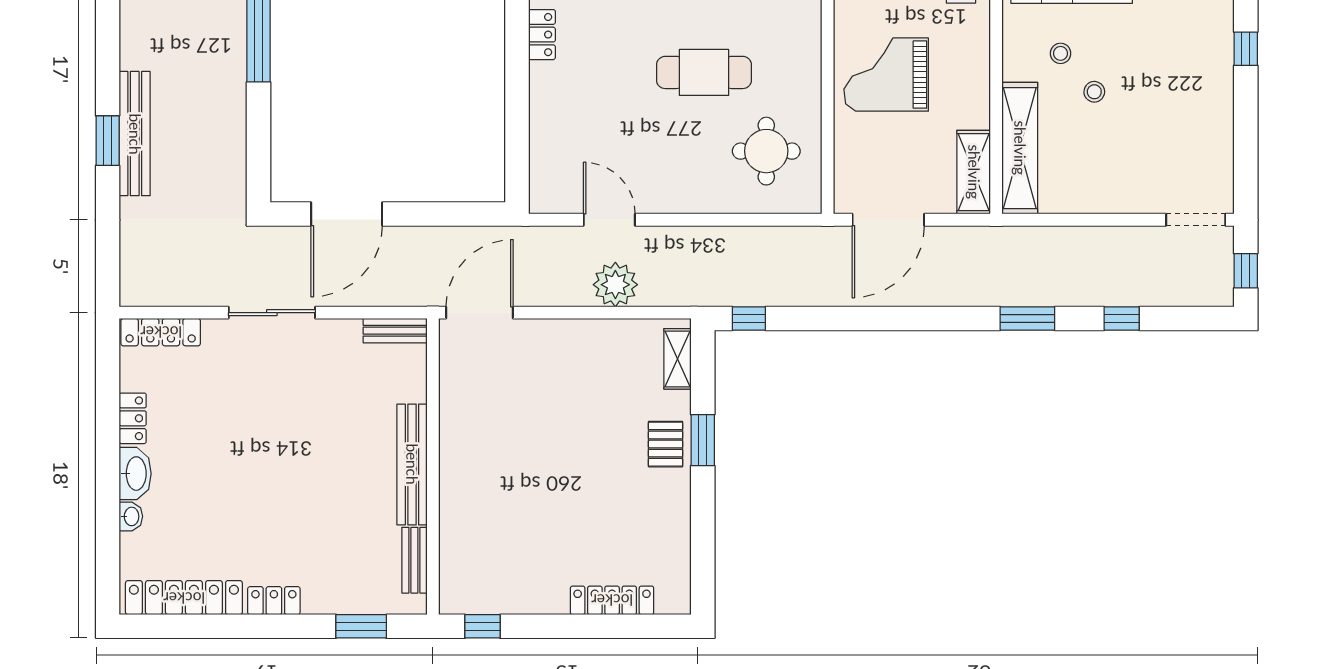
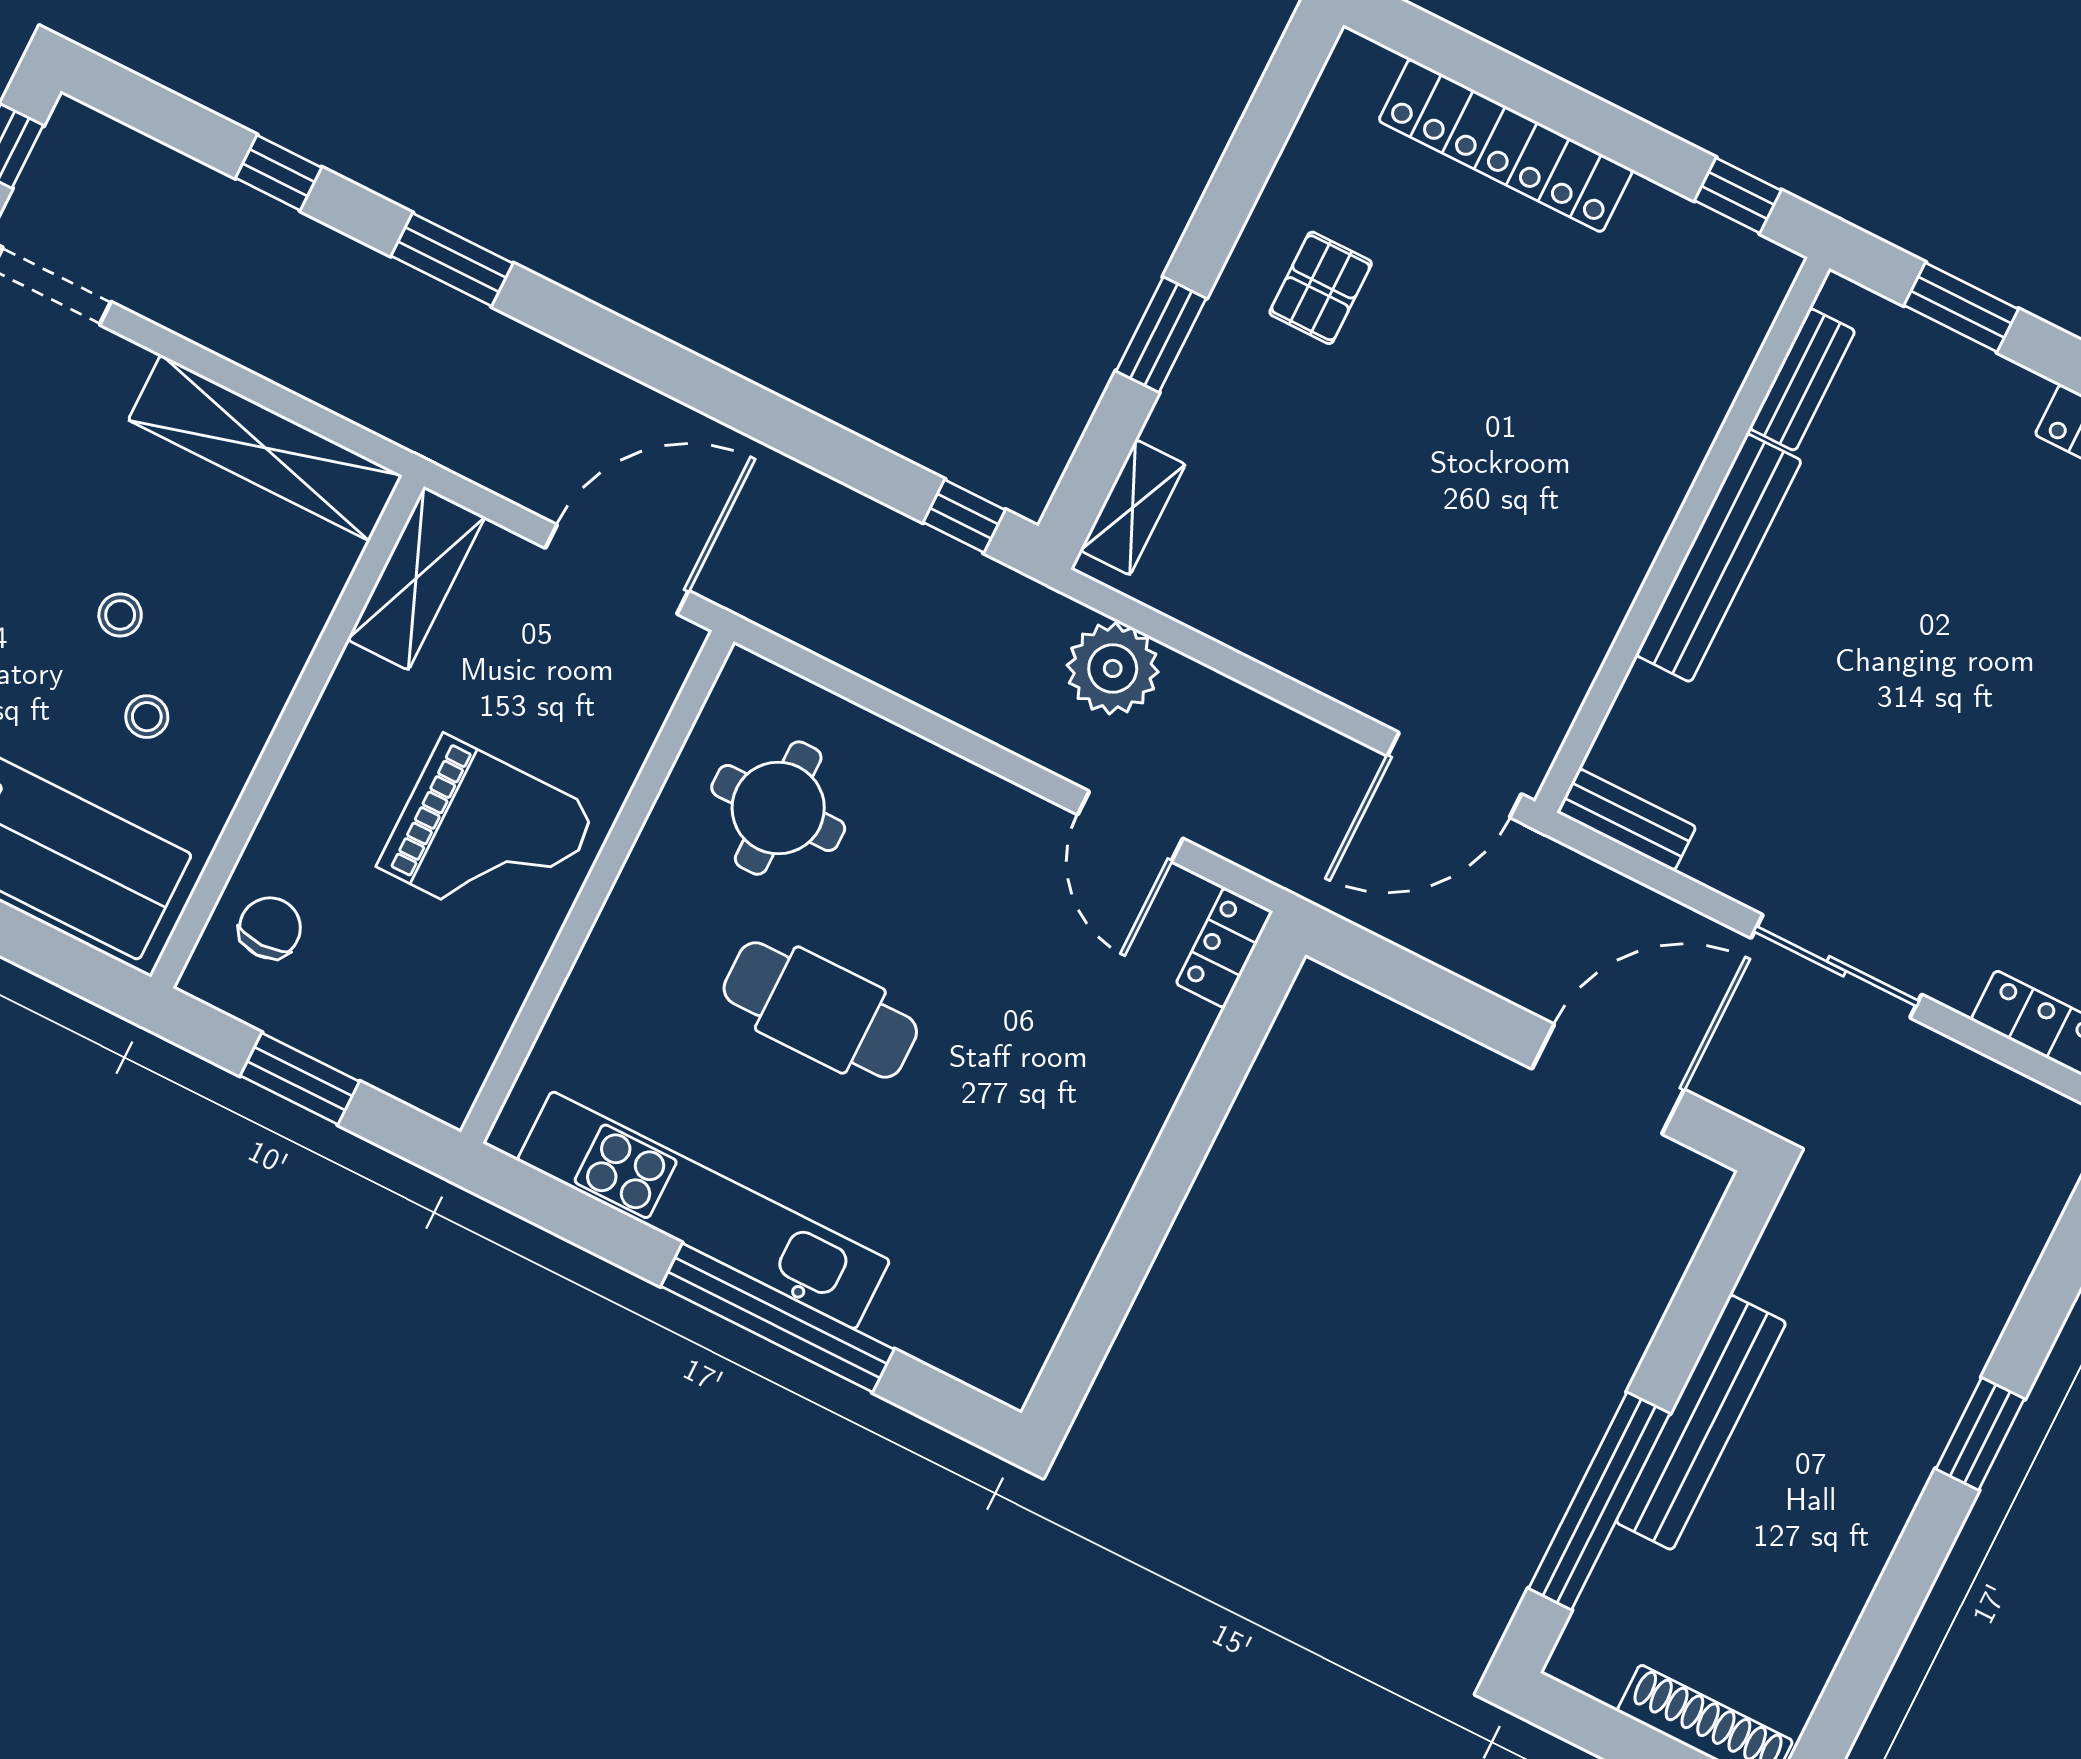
locker: (542, 35) -> (1224, 948), moved
bench: (135, 134) -> (1701, 1422), moved
shelving: (1020, 148) -> (265, 448), moved, turned 90
plant: (615, 285) -> (1113, 668), moved
pallet: (666, 444) -> (1321, 288), moved
locker: (612, 600) -> (1506, 145), width x1.41, depth x1.21

